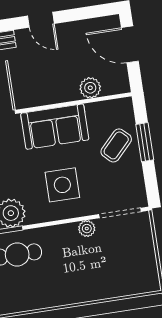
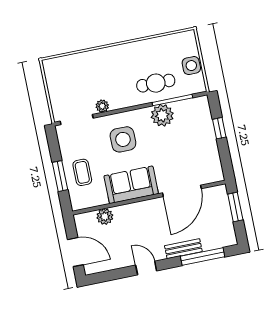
coffee table: (116, 145) -> (82, 172), turned -44

